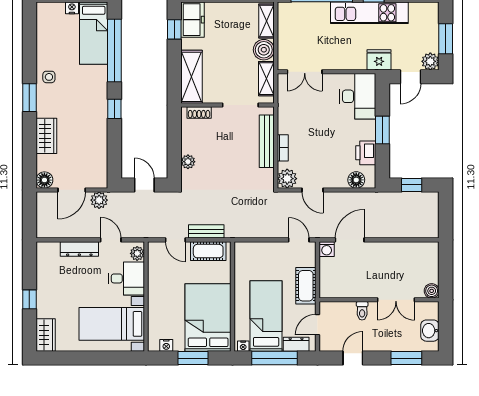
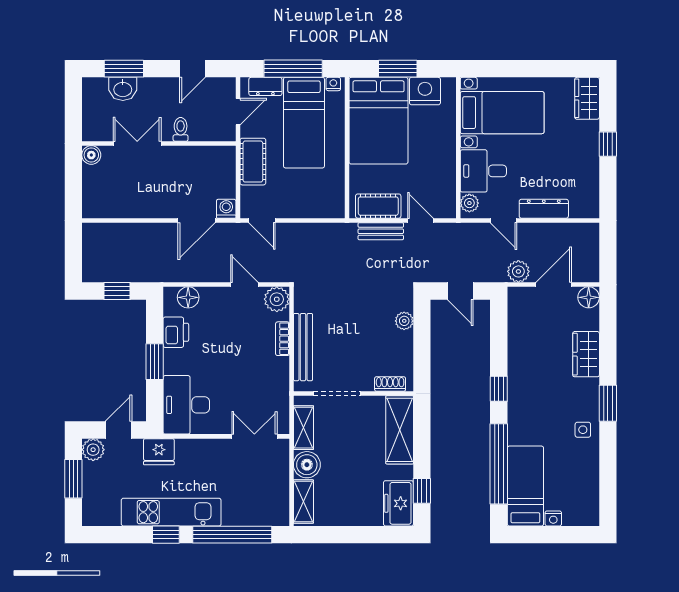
washbasin: (430, 331) -> (123, 89), moved, turned 90
nightstand: (166, 345) -> (425, 91), width x1.89, depth x1.79

